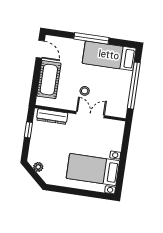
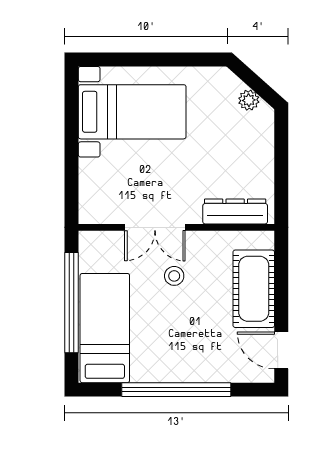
window: (91, 38) -> (176, 390), width x1.46
bed: (109, 56) -> (105, 328), moved, turned -90
window: (28, 130) -> (281, 176), removed

